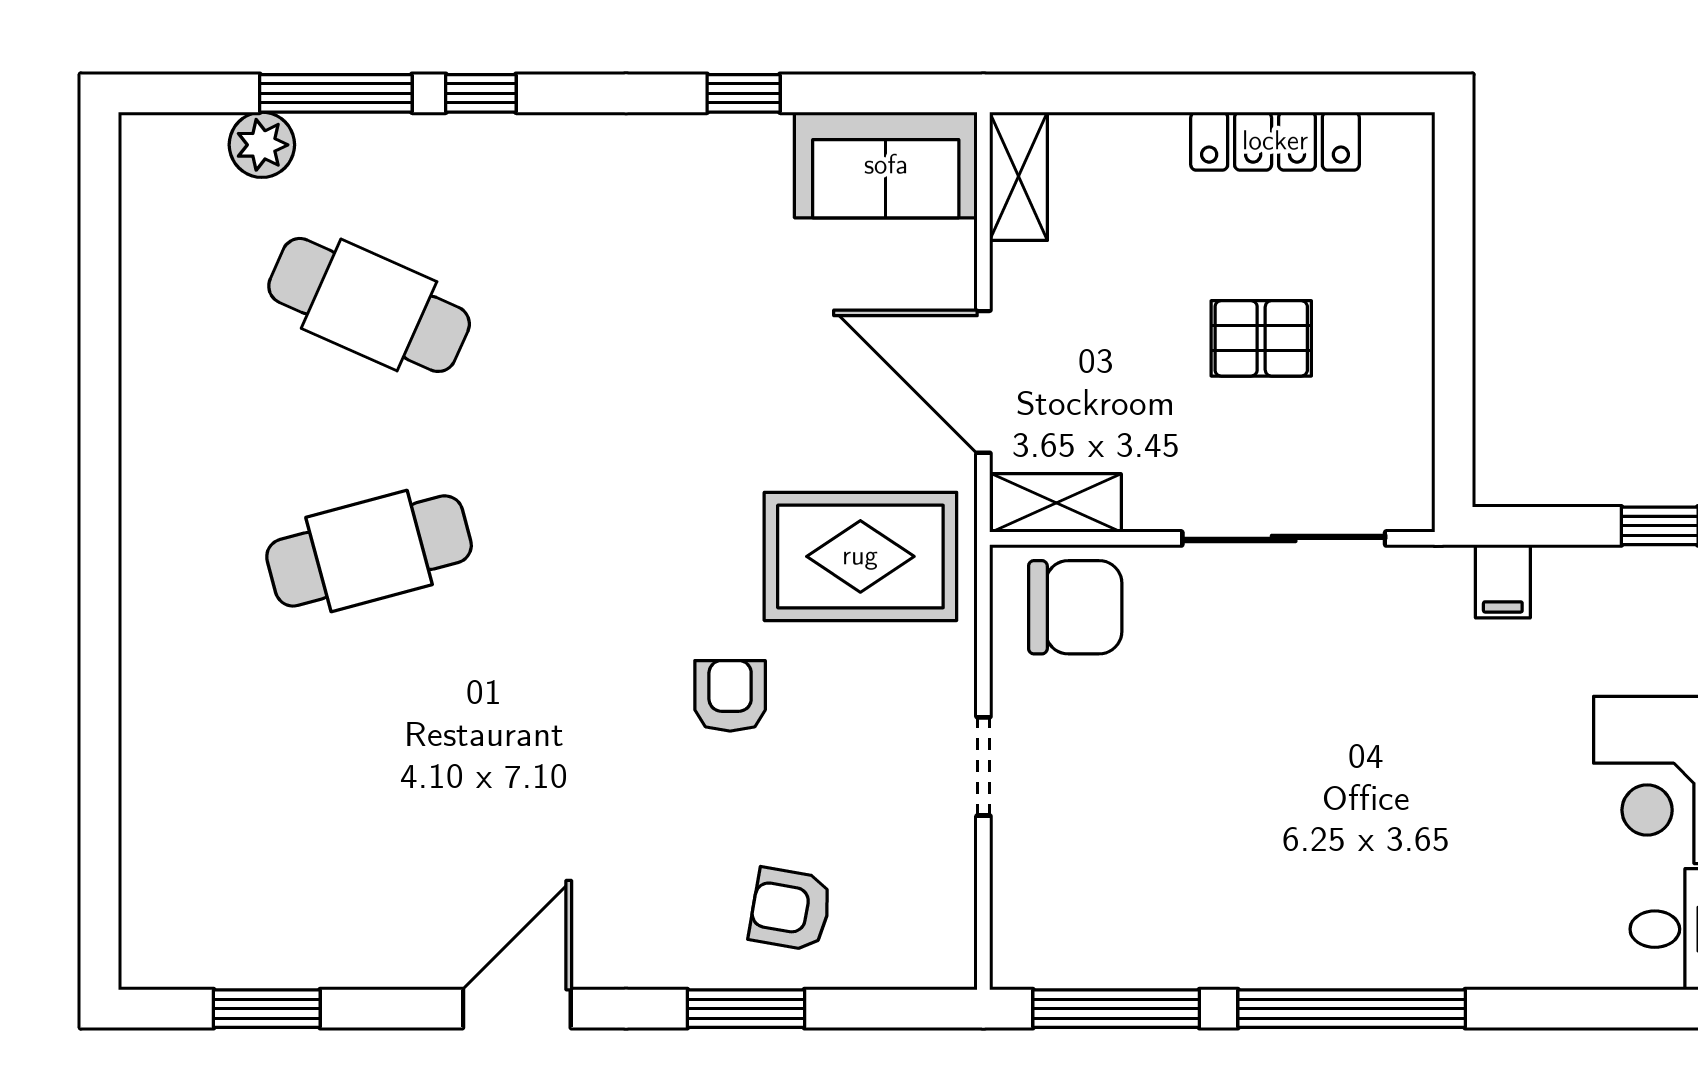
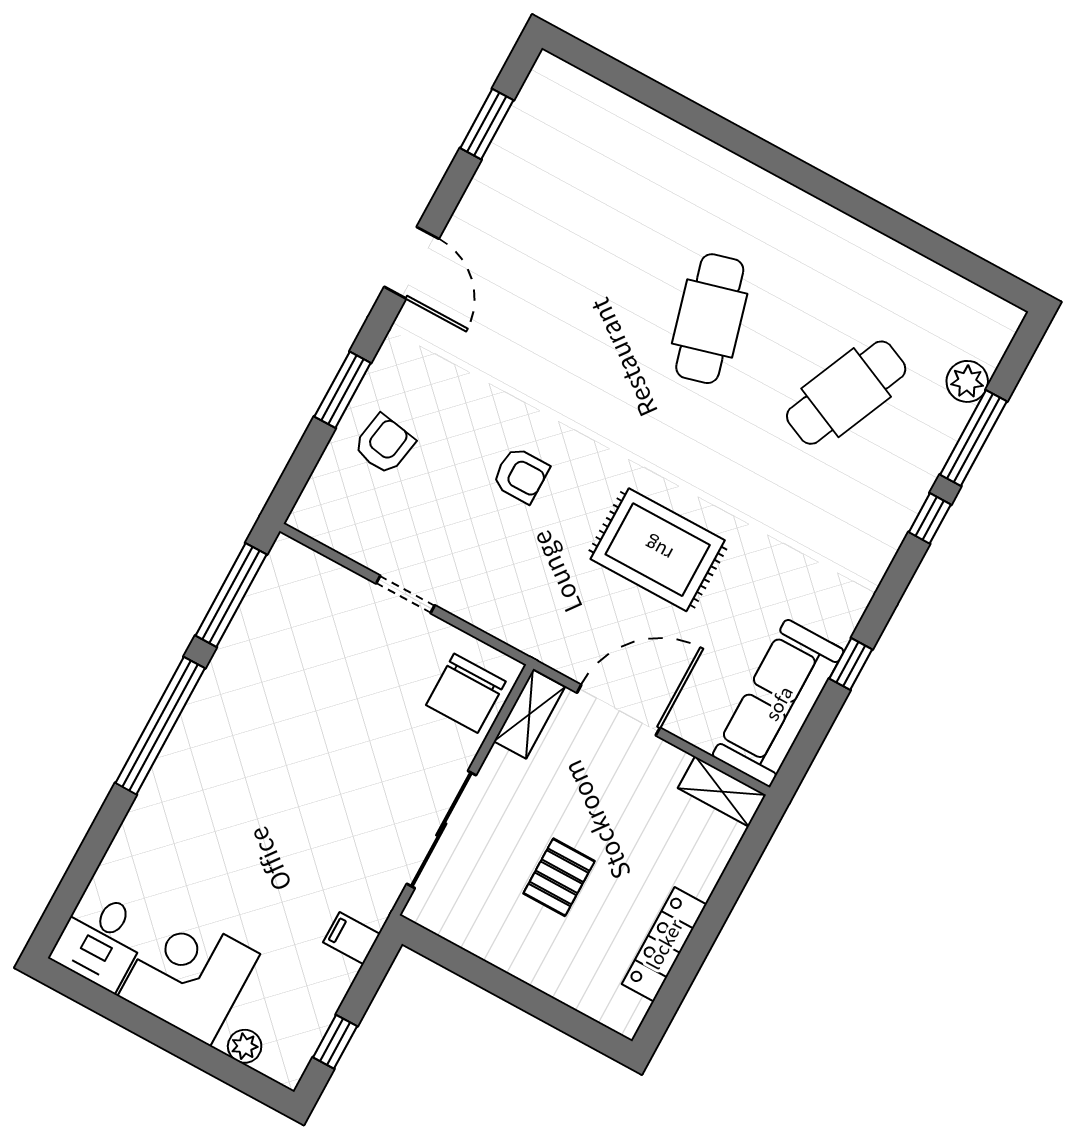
sofa: (886, 165) -> (778, 703), width x1.36
rug: (860, 556) -> (658, 550), moved, turned 90

